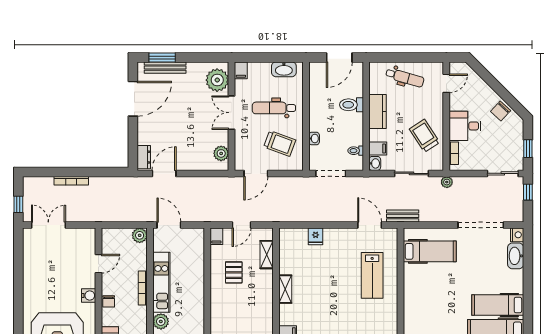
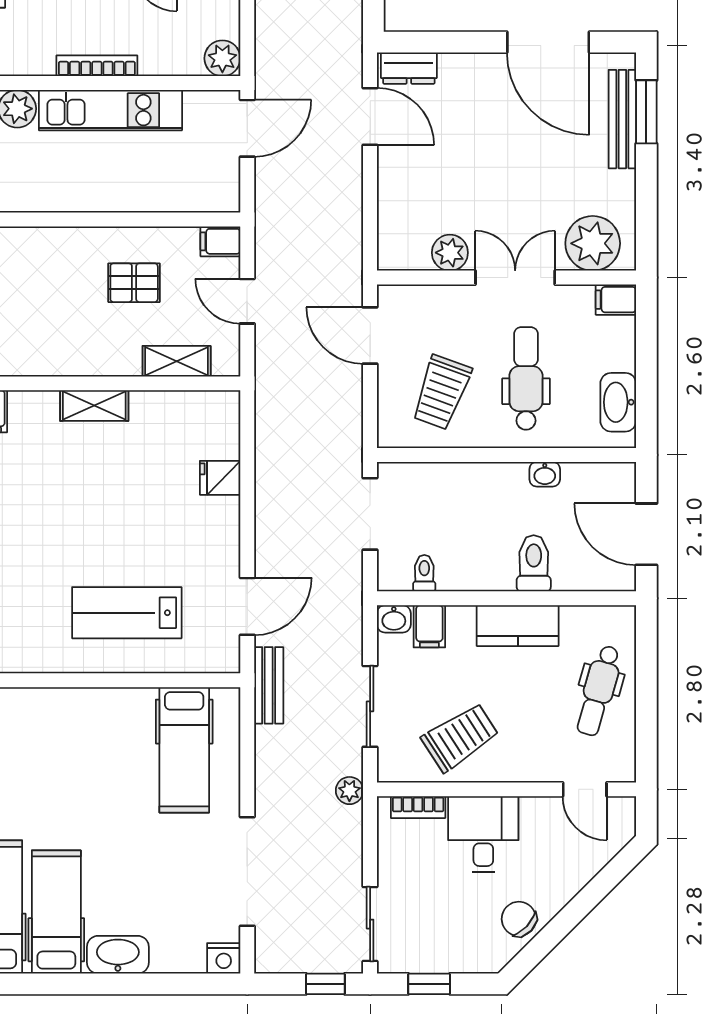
washbasin: (314, 139) -> (545, 474), moved
plant: (221, 153) -> (450, 253), moved
washbasin: (516, 256) -> (118, 955), moved

